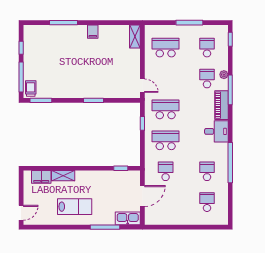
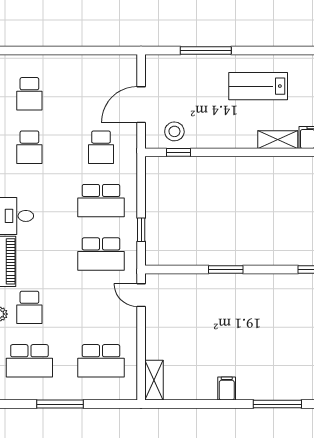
school desk: (207, 48) -> (29, 361), width x1.85
stool: (123, 180) -> (174, 131), added
kitchen sink: (128, 218) -> (166, 66), removed

